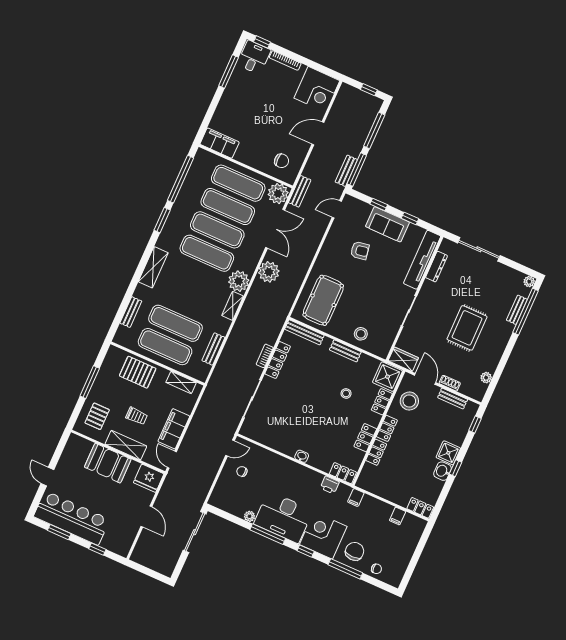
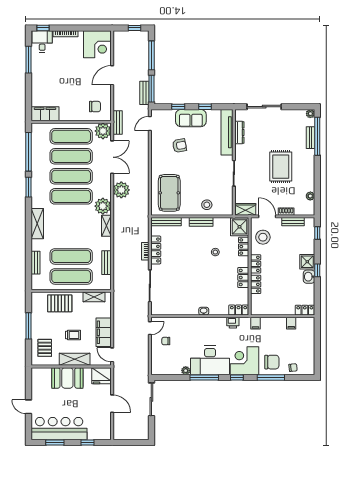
chair: (355, 551) -> (272, 362), turned 90

